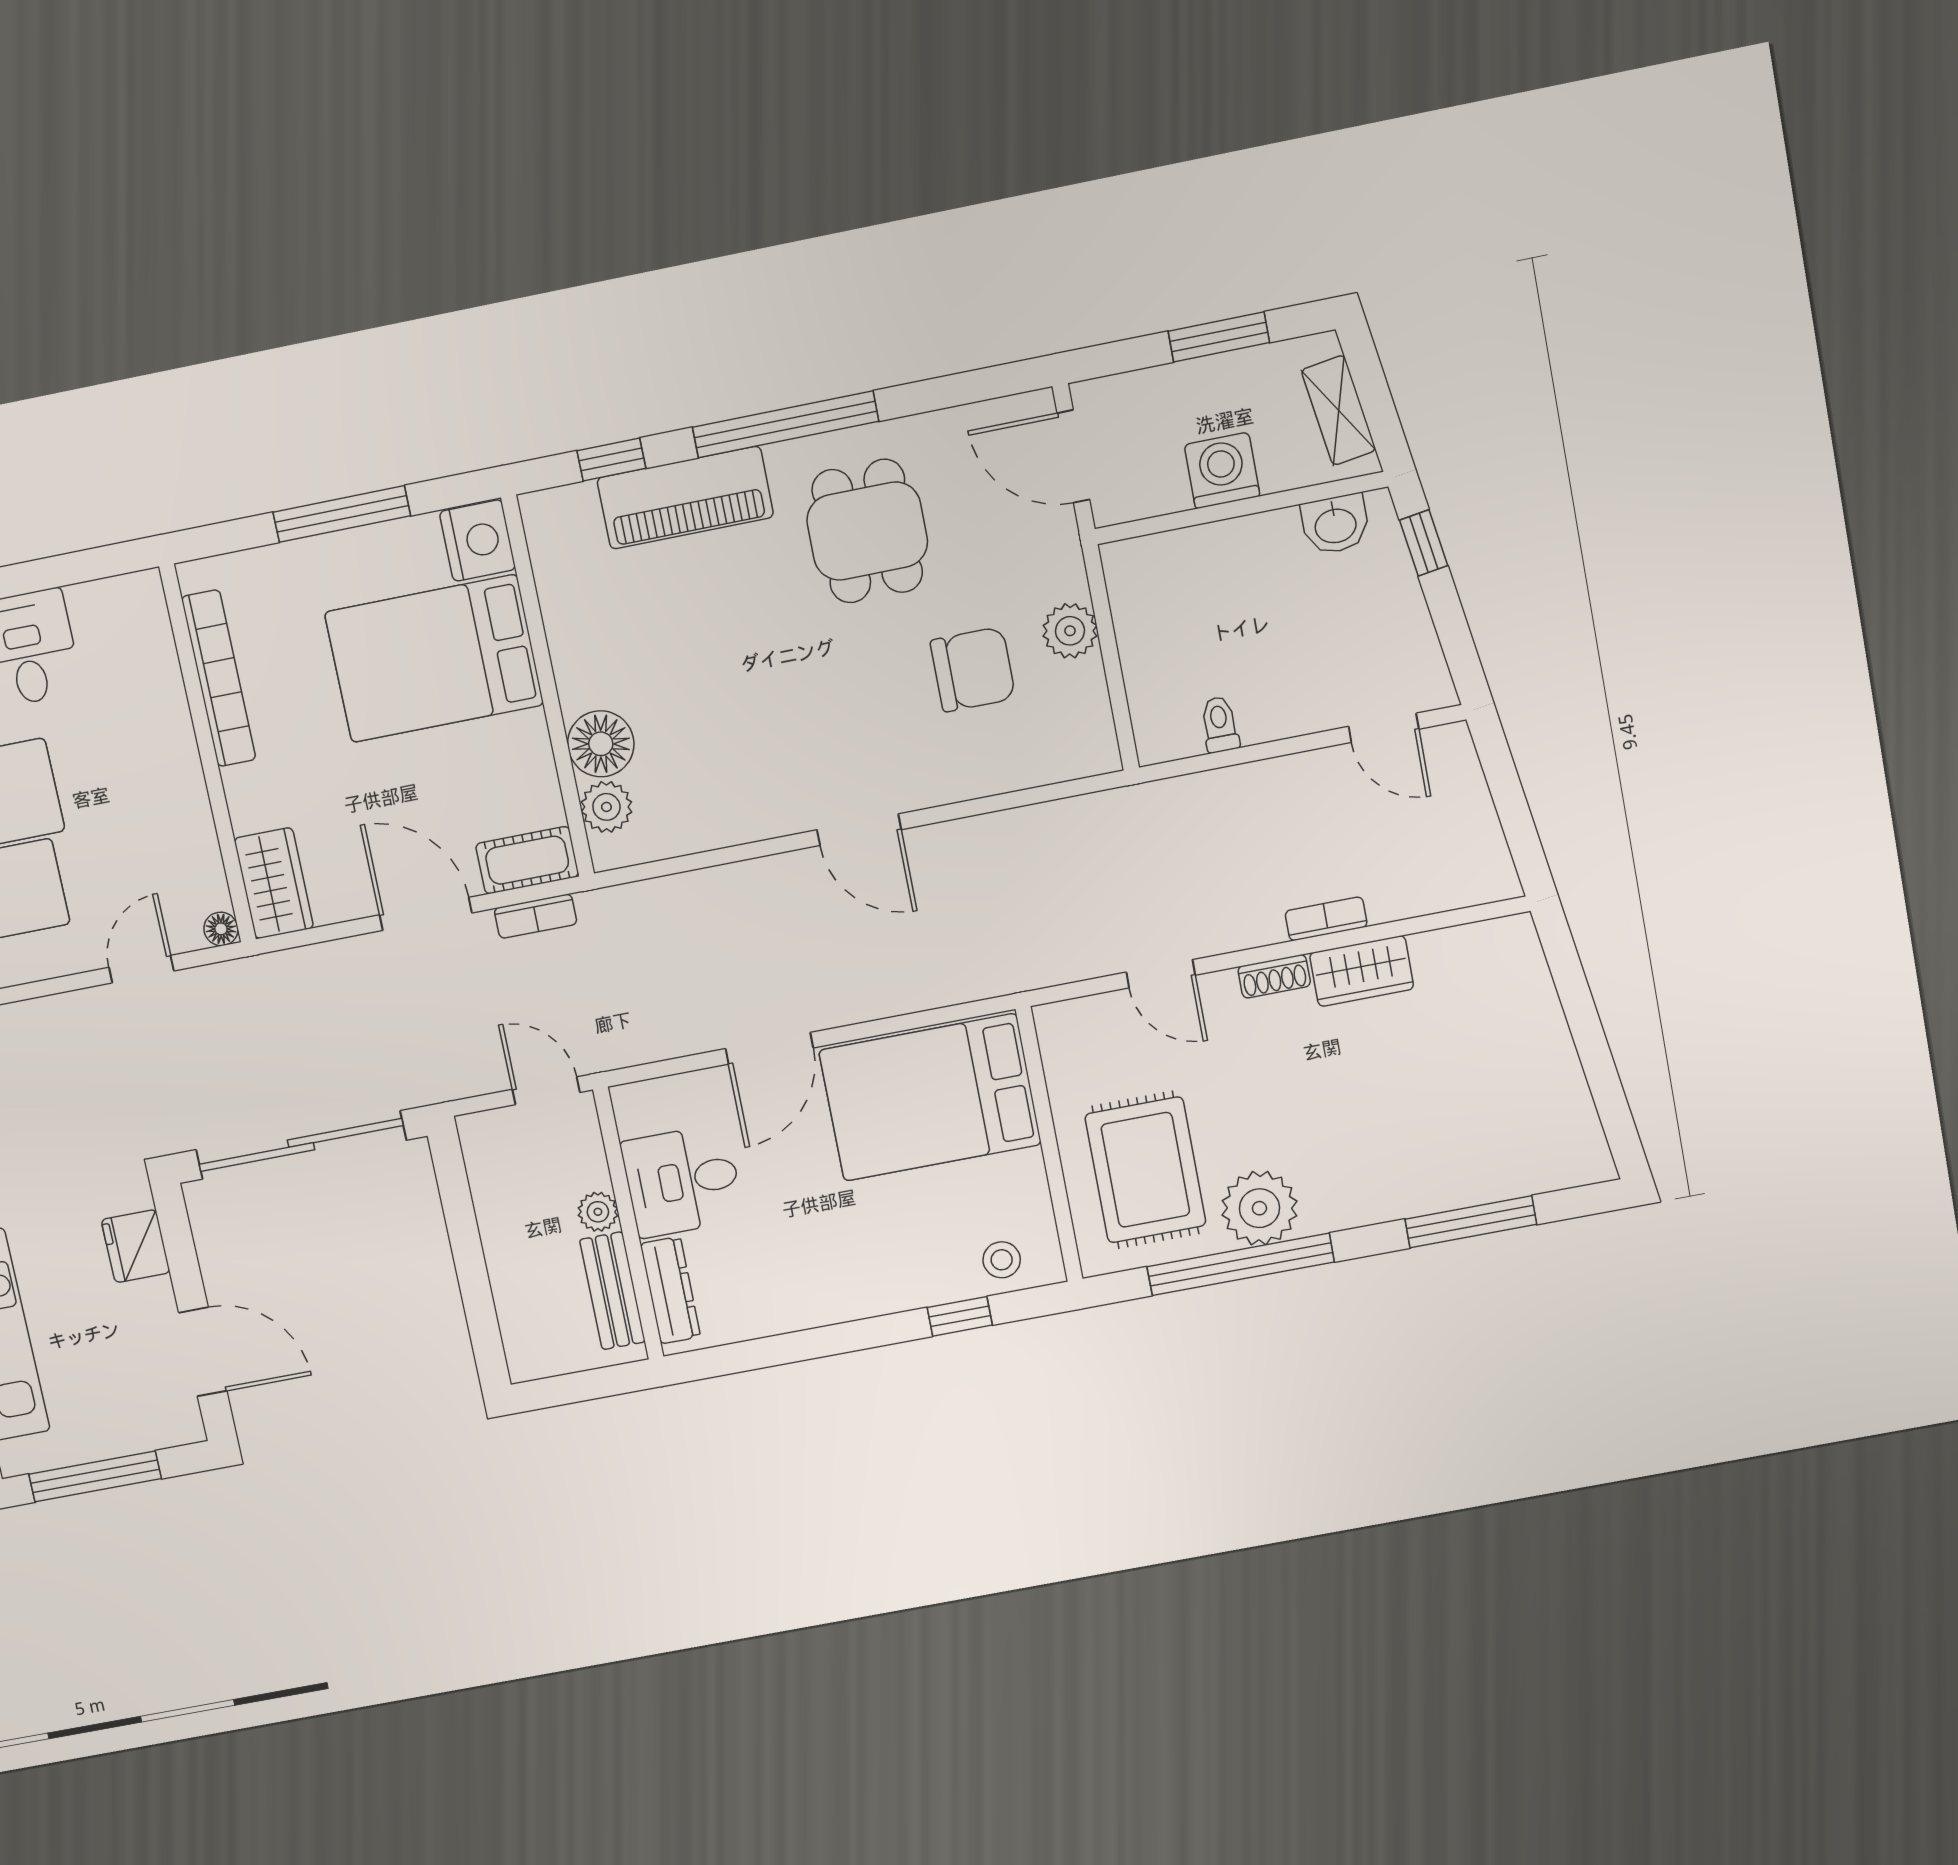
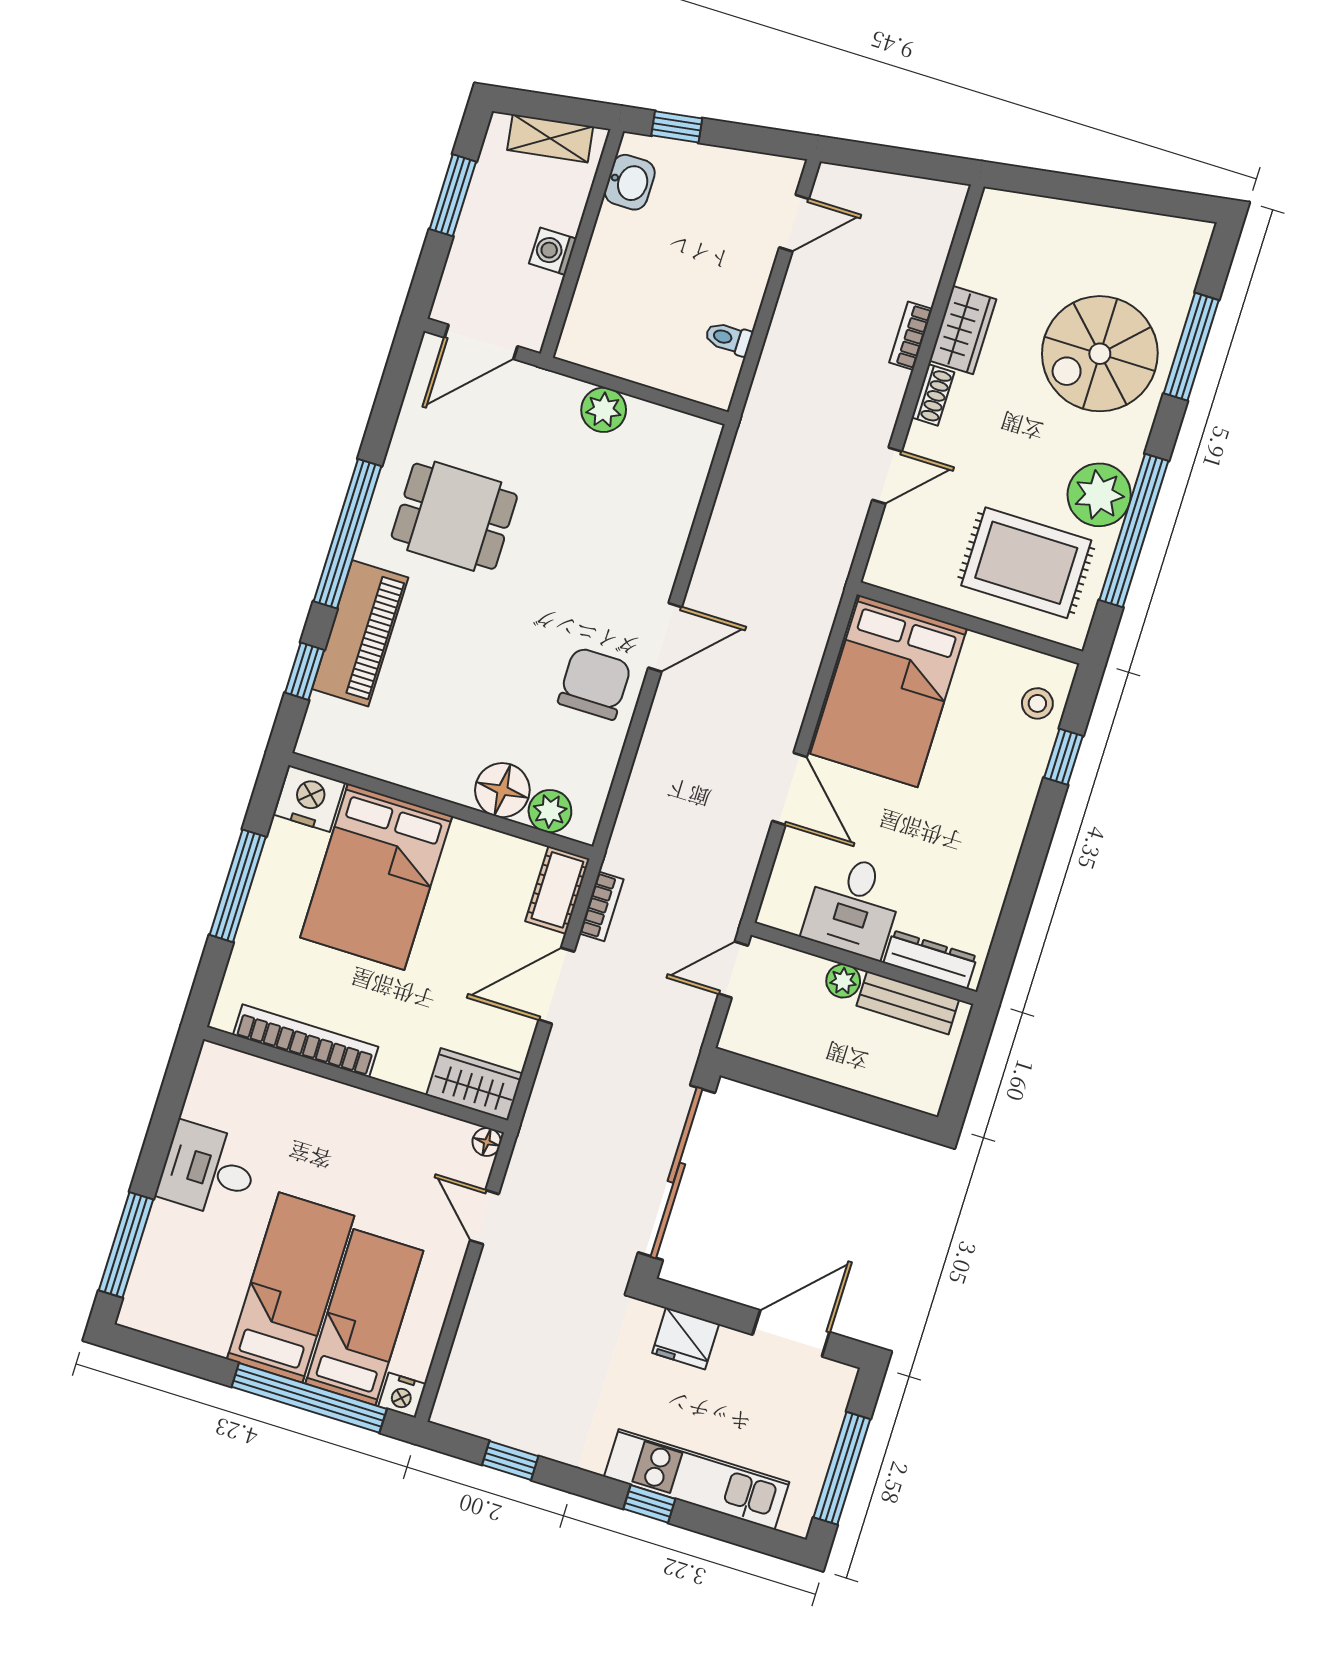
washing machine: (1222, 470) -> (553, 251), width x0.73, depth x0.73
chair: (973, 669) -> (595, 683), moved
spiral stairs: (1413, 1130) -> (1100, 354), added

